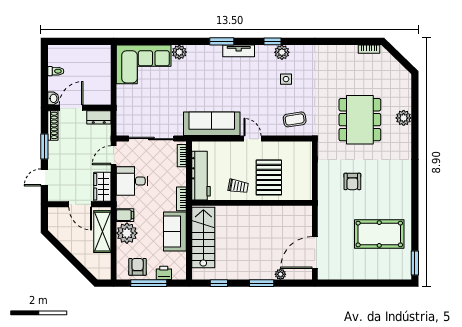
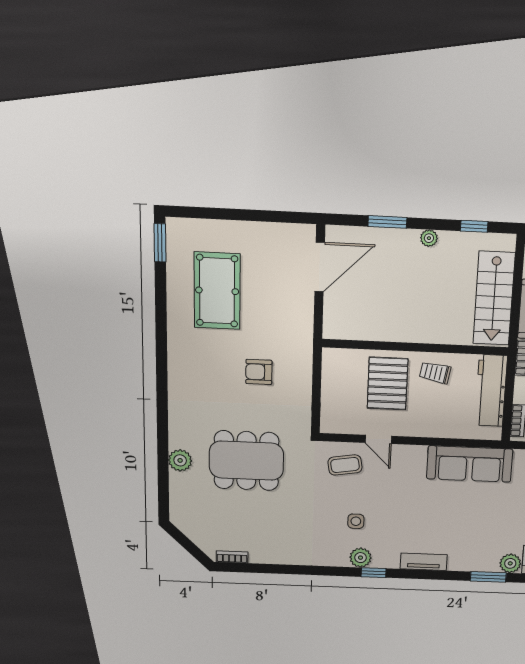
window: (222, 41) -> (488, 577), moved
dining table: (360, 120) -> (246, 461), turned 90
door: (253, 139) -> (378, 439), moved
armchair: (352, 181) -> (259, 372), turned -90
pool table: (379, 234) -> (217, 291), turned 90
plant: (280, 274) -> (429, 238), moved
window: (262, 283) -> (387, 222), moved

